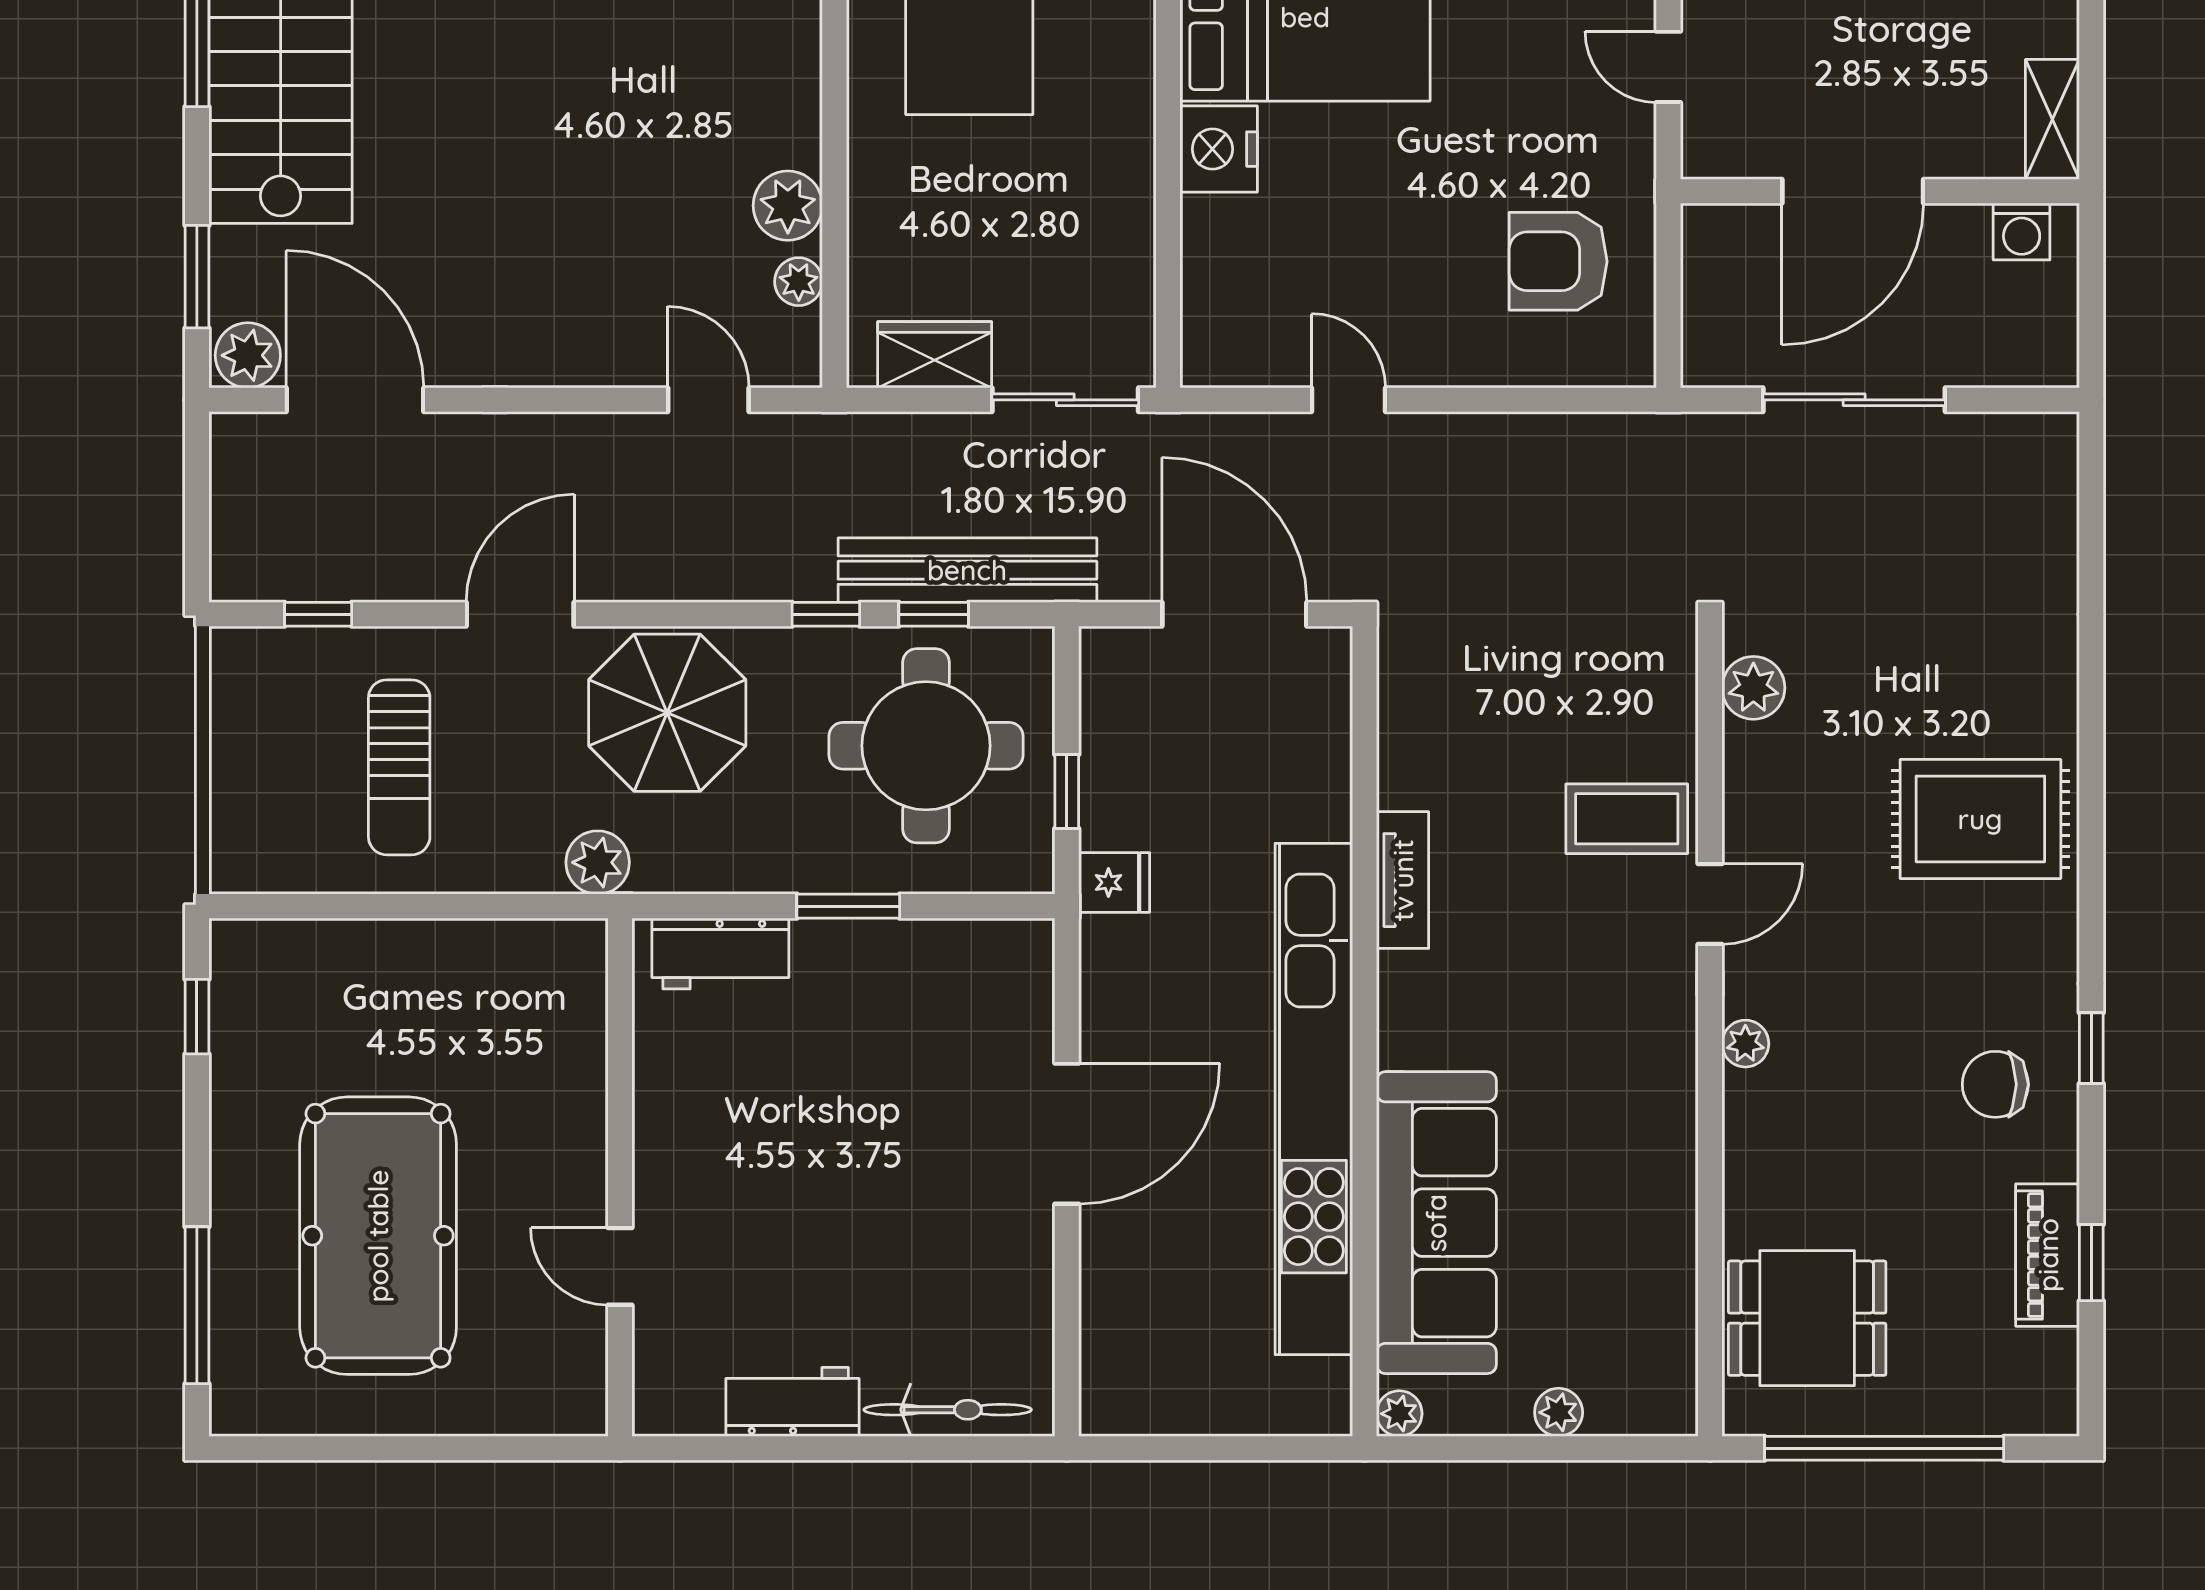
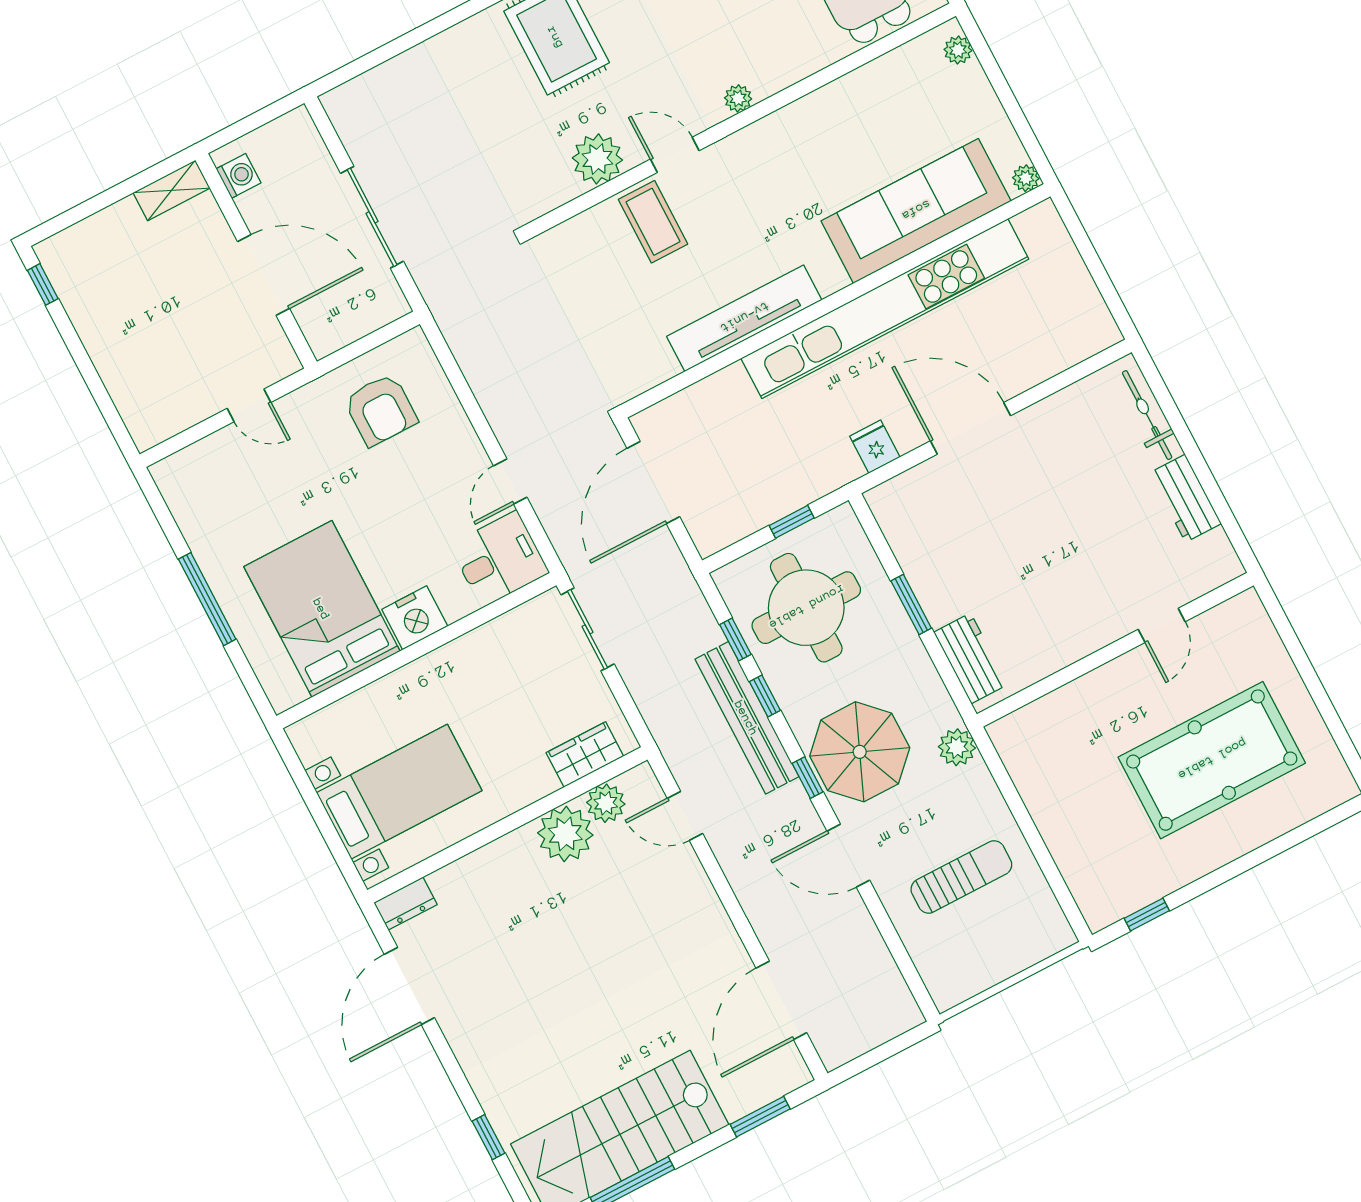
door: (1668, 67) -> (249, 405), hinge flipped
plant: (788, 206) -> (565, 834), width x1.36, depth x1.36
plant: (799, 282) -> (606, 803), width x1.38, depth x1.38
desk: (1241, 322) -> (499, 559), added
plant: (248, 355) -> (787, 1069), removed
wardrobe: (935, 355) -> (585, 754), moved, turned 90
door: (708, 400) -> (685, 816), hinge flipped
bench: (967, 570) -> (747, 718), moved
window: (318, 614) -> (808, 778), moved
plant: (1753, 688) -> (597, 159), moved, width x1.36, depth x1.36
tv unit: (1403, 880) -> (744, 318), width x1.92, depth x1.29
fridge: (1114, 882) -> (875, 447), moved
window: (197, 1305) -> (1298, 836), removed
plant: (1559, 1412) -> (958, 50), moved

